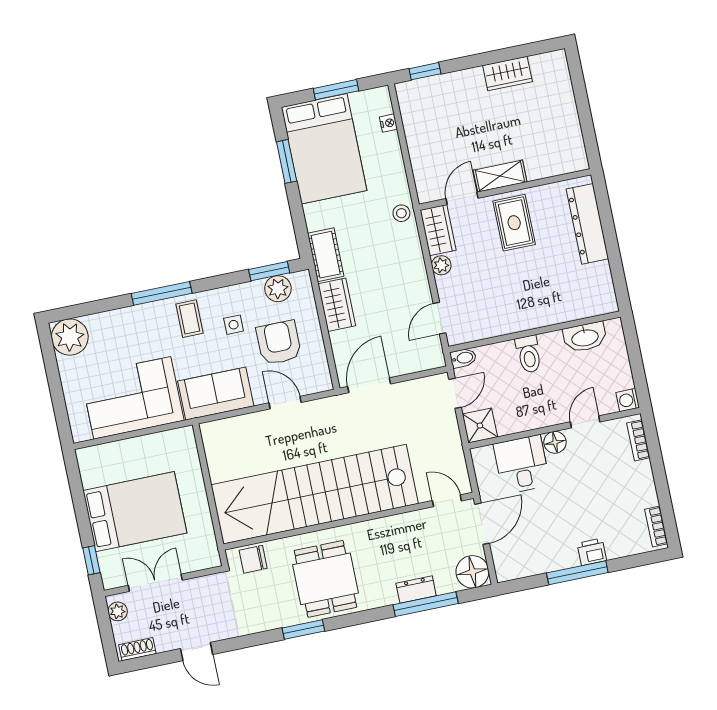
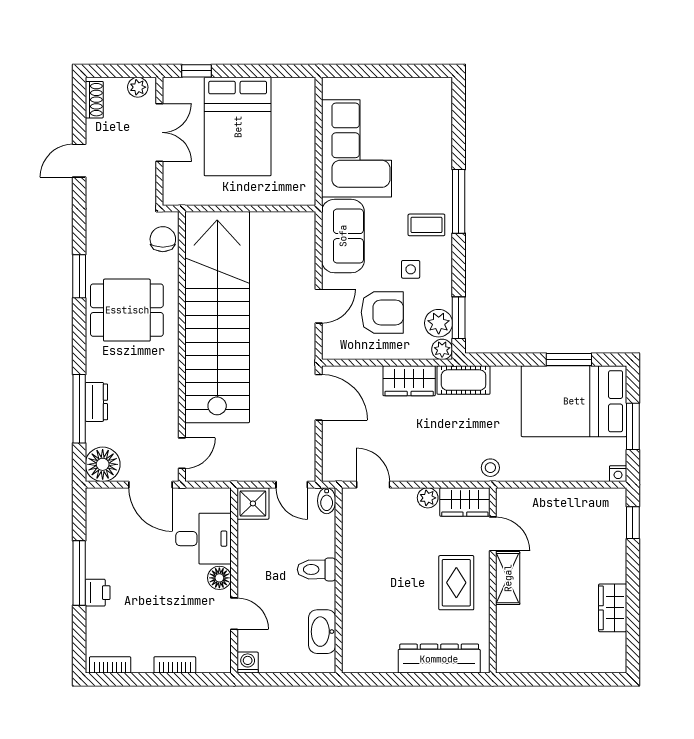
nightstand: (388, 123) -> (618, 474), moved
rug: (514, 223) -> (456, 583), turned 90
plant: (70, 337) -> (442, 349), moved, width x0.53, depth x0.53
bookcase: (638, 440) -> (175, 665), moved

